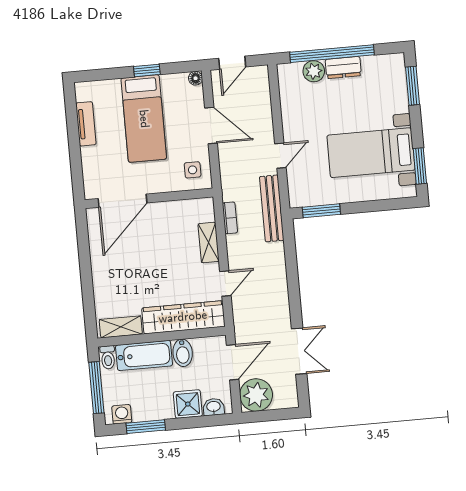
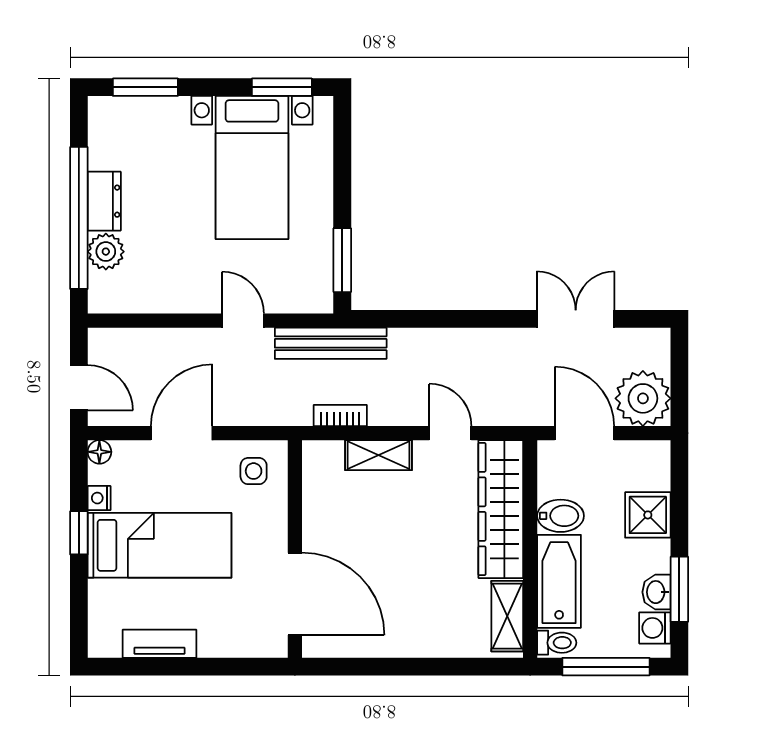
nightstand: (168, 80) -> (99, 498), added
washbasin: (214, 407) -> (657, 592), moved

